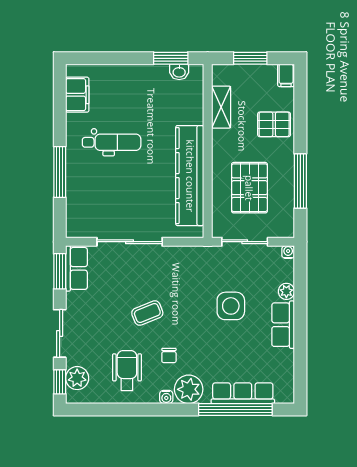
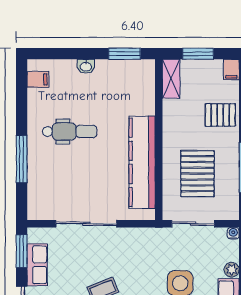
washbasin: (179, 72) -> (86, 66), moved
filing cabinet: (77, 95) -> (38, 79), width x0.50
shelving: (221, 107) -> (171, 79), moved
row of seats: (76, 268) -> (37, 265), moved

